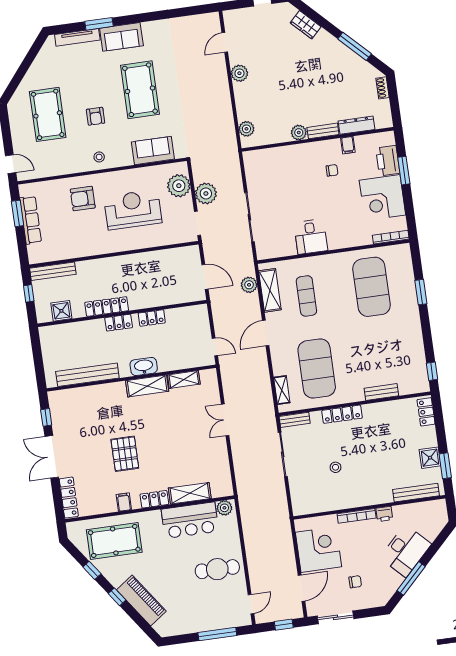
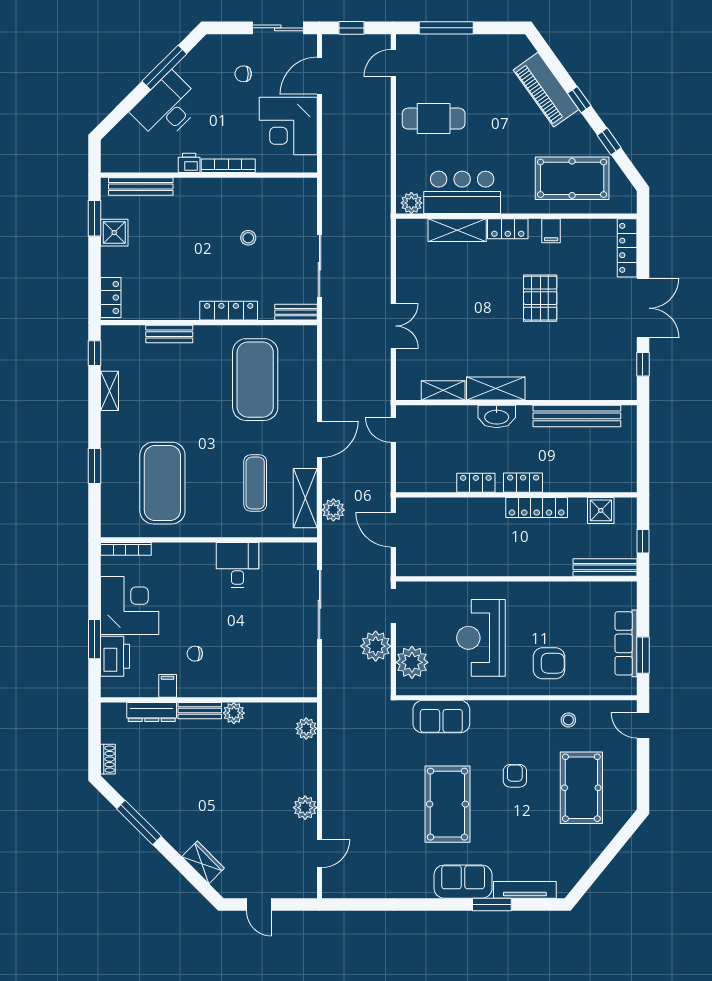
stool: (99, 157) -> (568, 720), moved
reception desk: (133, 210) -> (481, 638), turned 90
shelving: (282, 390) -> (109, 391), moved

